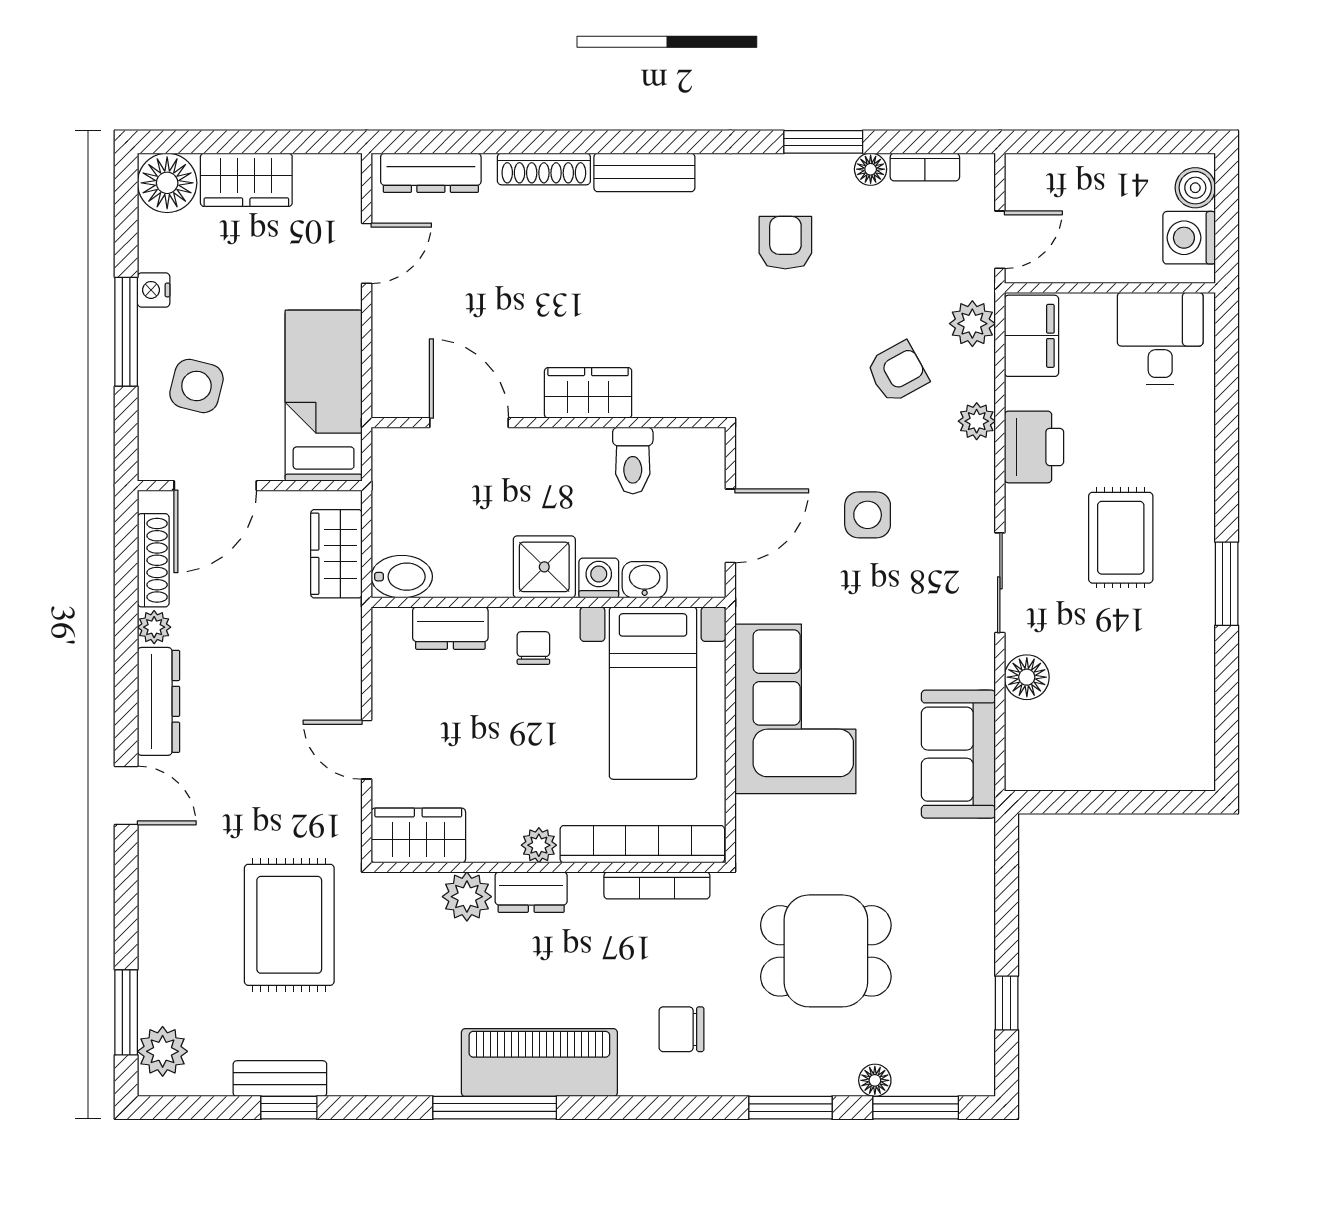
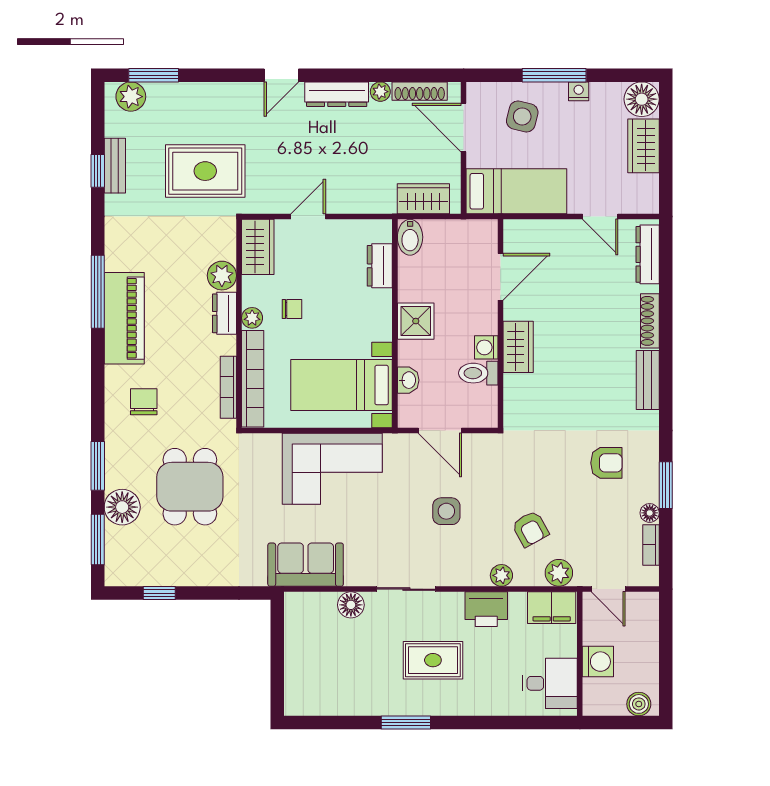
washing machine: (1189, 238) -> (598, 662), moved, turned 90
washing machine: (599, 578) -> (486, 347), moved, turned 180
chair: (533, 648) -> (292, 309), moved
floor lamp: (875, 1080) -> (122, 507), width x1.89, depth x1.89

